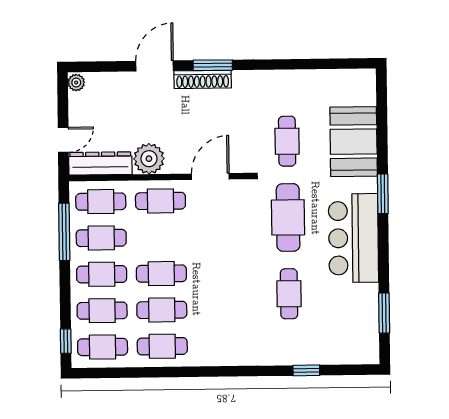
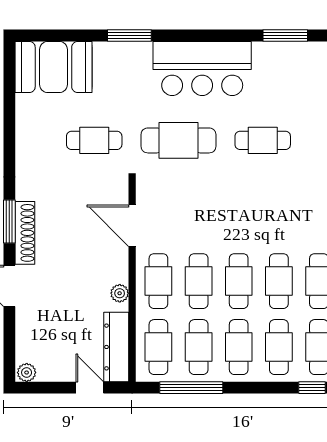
booth: (354, 142) -> (53, 67), moved
plant: (149, 159) -> (120, 293), width x0.53, depth x0.53
window: (383, 194) -> (129, 35), moved
cafe table: (161, 237) -> (199, 281), added

